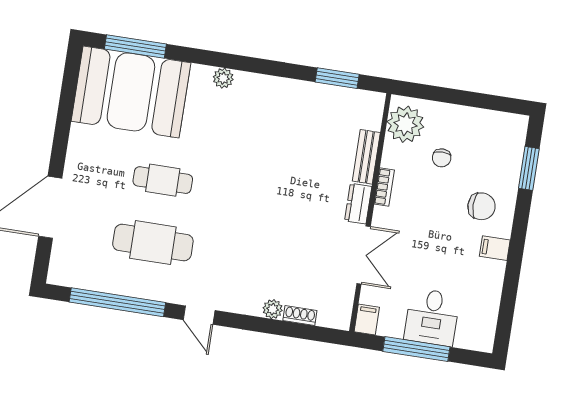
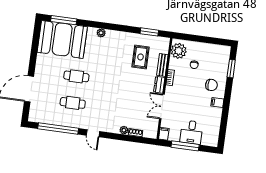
rug: (315, 137) -> (141, 57), added
cafe table: (153, 243) -> (73, 103), width x0.73, depth x0.74
double door: (364, 255) -> (162, 107), swing flipped

